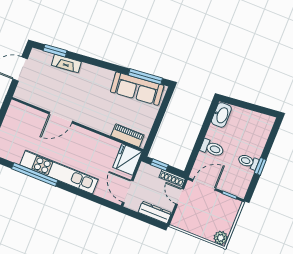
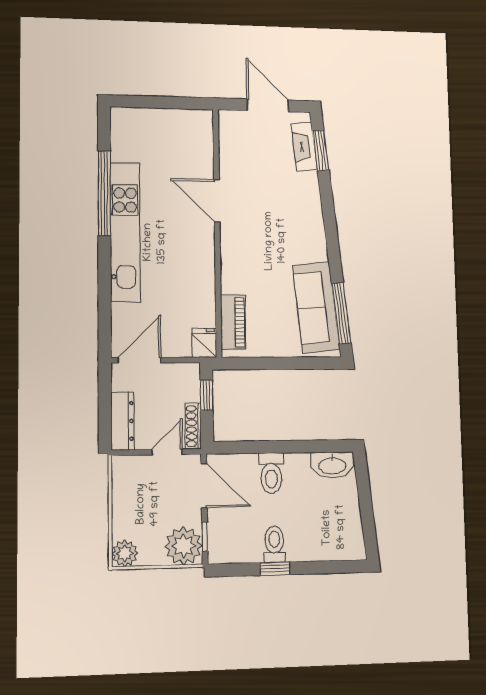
fireplace: (66, 63) -> (304, 147), moved
fridge: (127, 159) -> (204, 343), width x0.53, depth x0.75
plant: (229, 207) -> (184, 546), added

